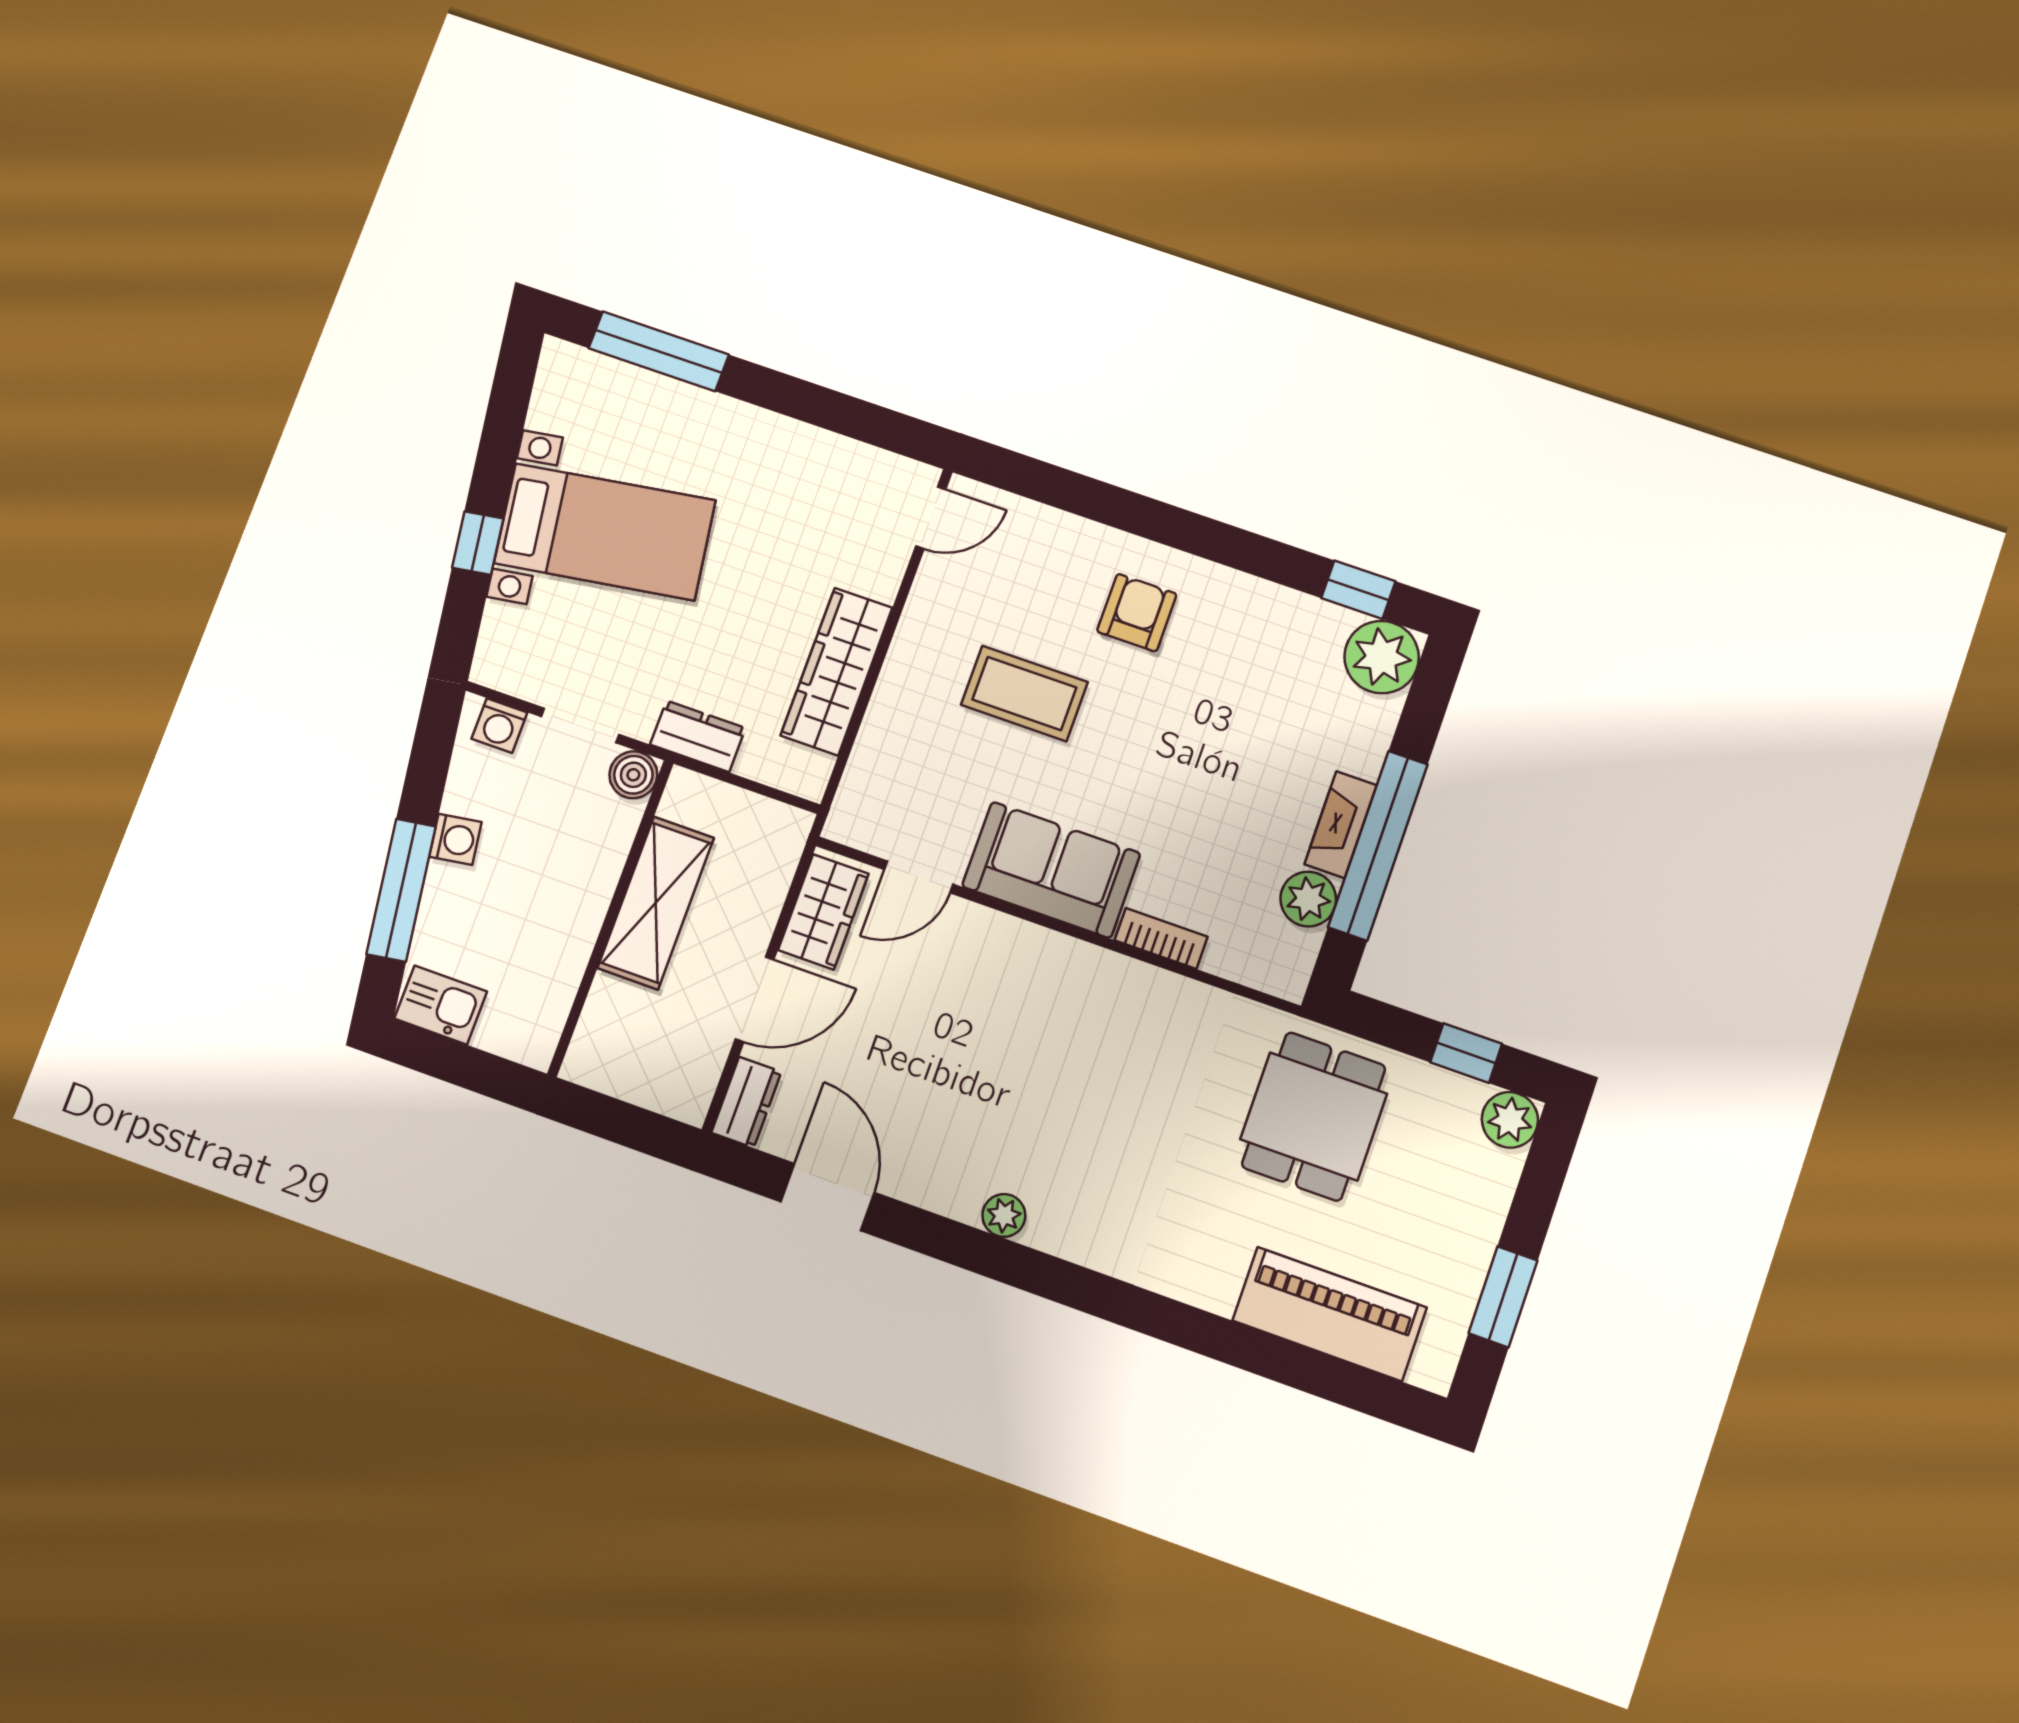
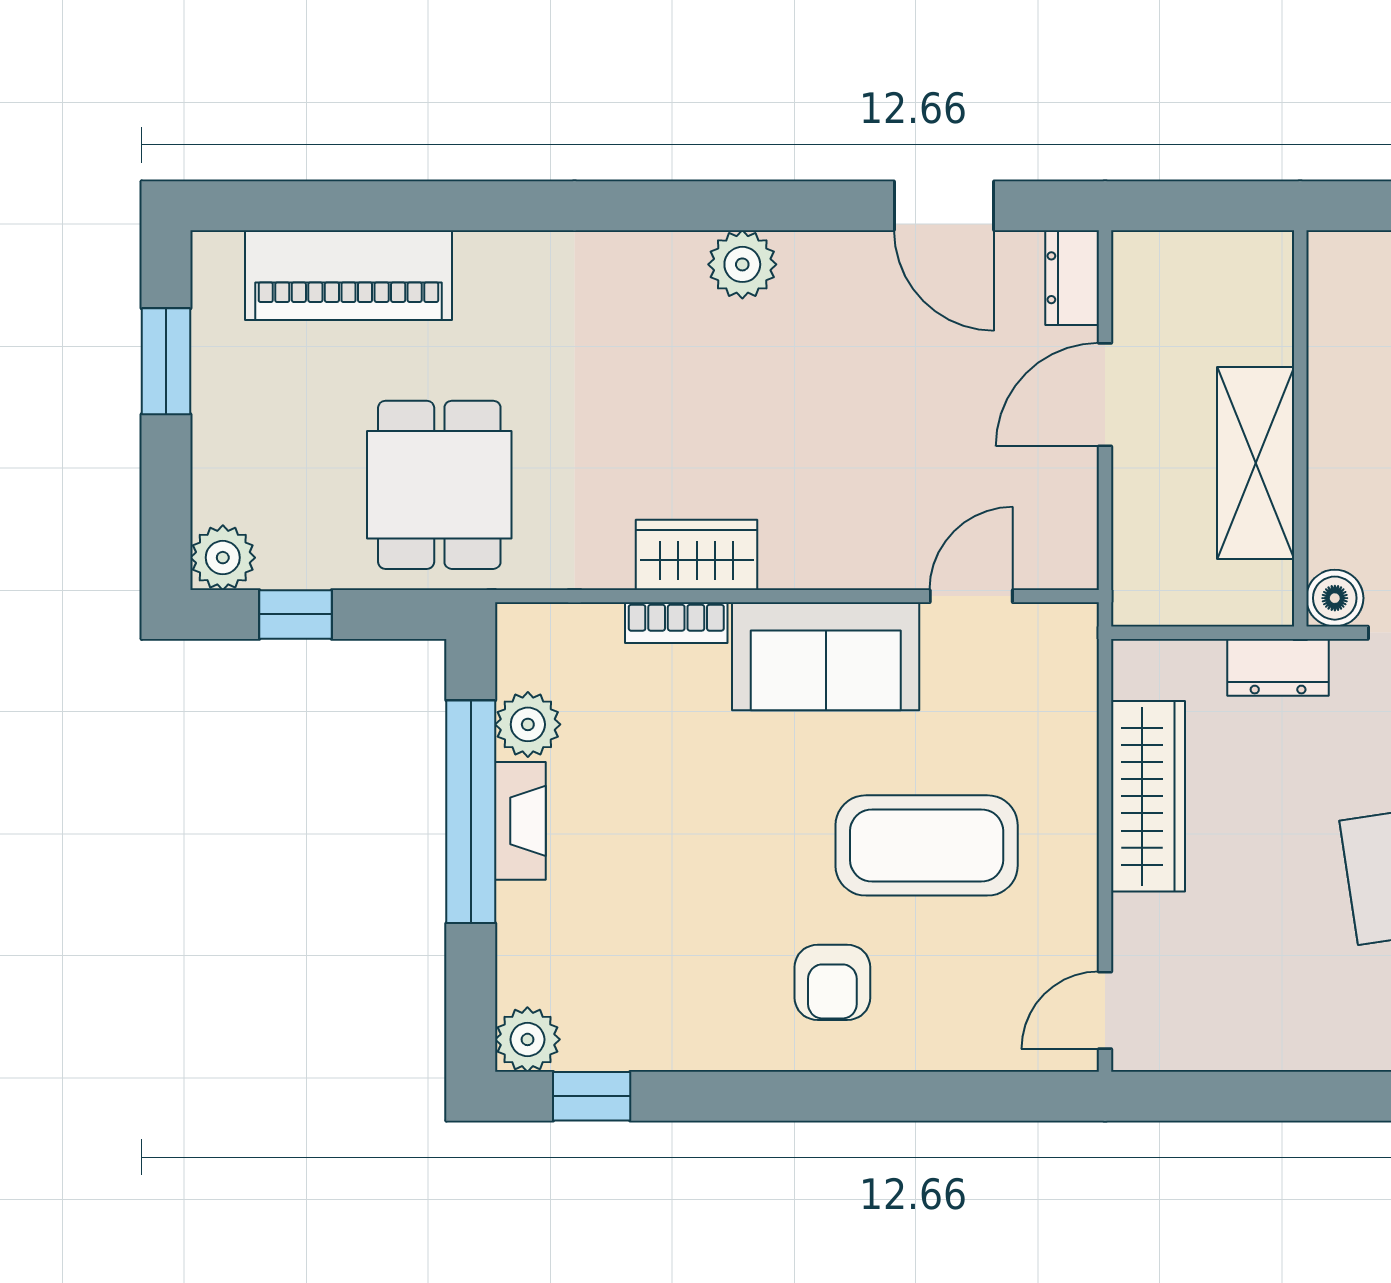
plant: (1382, 657) -> (527, 1039), width x0.73, depth x0.73
coffee table: (1024, 693) -> (927, 845), width x1.36, depth x1.32
wardrobe: (823, 912) -> (697, 555), moved, turned 90
plant: (1004, 1215) -> (742, 264), width x1.38, depth x1.38

